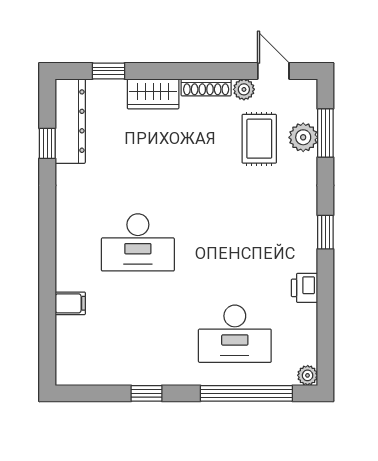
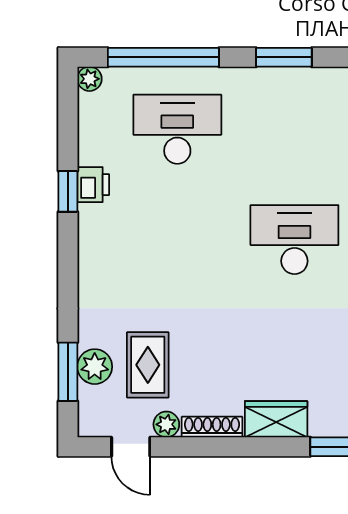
window: (325, 232) -> (68, 191), moved
window: (147, 393) -> (284, 57), width x1.50

